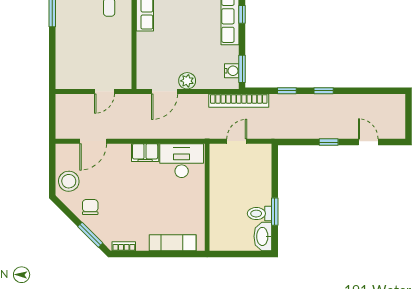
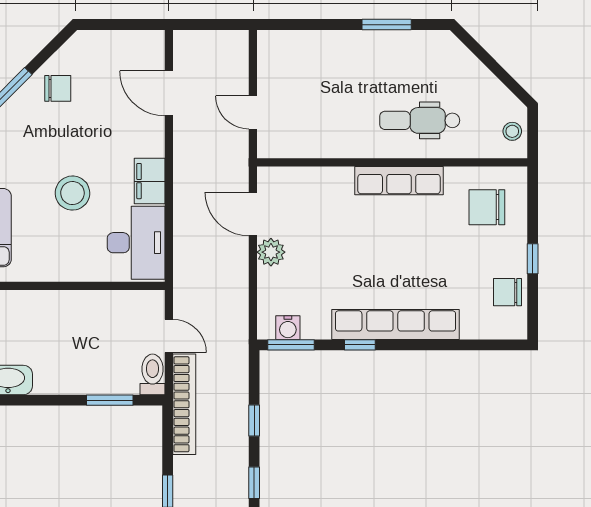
window: (242, 14) -> (360, 345), moved
bookcase: (239, 101) -> (184, 404), moved, turned 180
stool: (69, 181) -> (72, 193), moved
window: (275, 212) -> (110, 400), moved
toilet: (260, 214) -> (153, 374), moved

